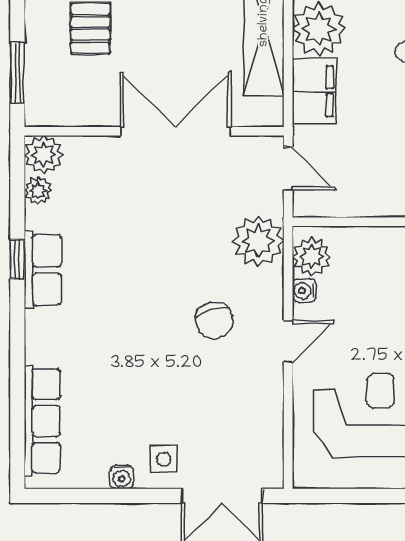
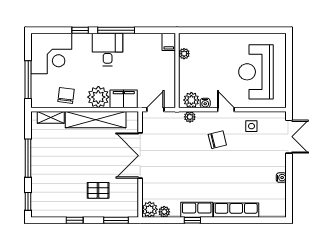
plant: (258, 241) -> (190, 117), width x0.53, depth x0.53
row of seats: (42, 421) -> (236, 210), moved
side table: (164, 459) -> (251, 126), moved

